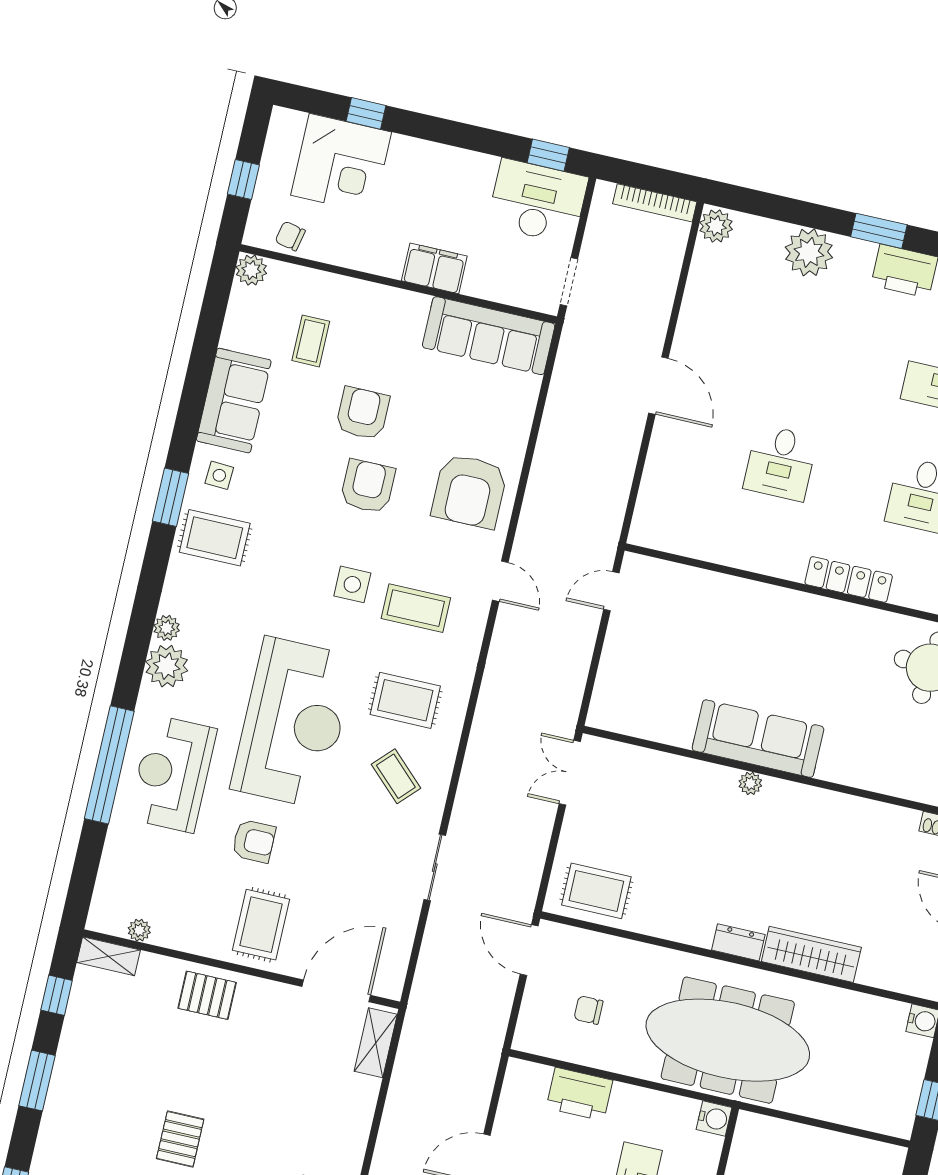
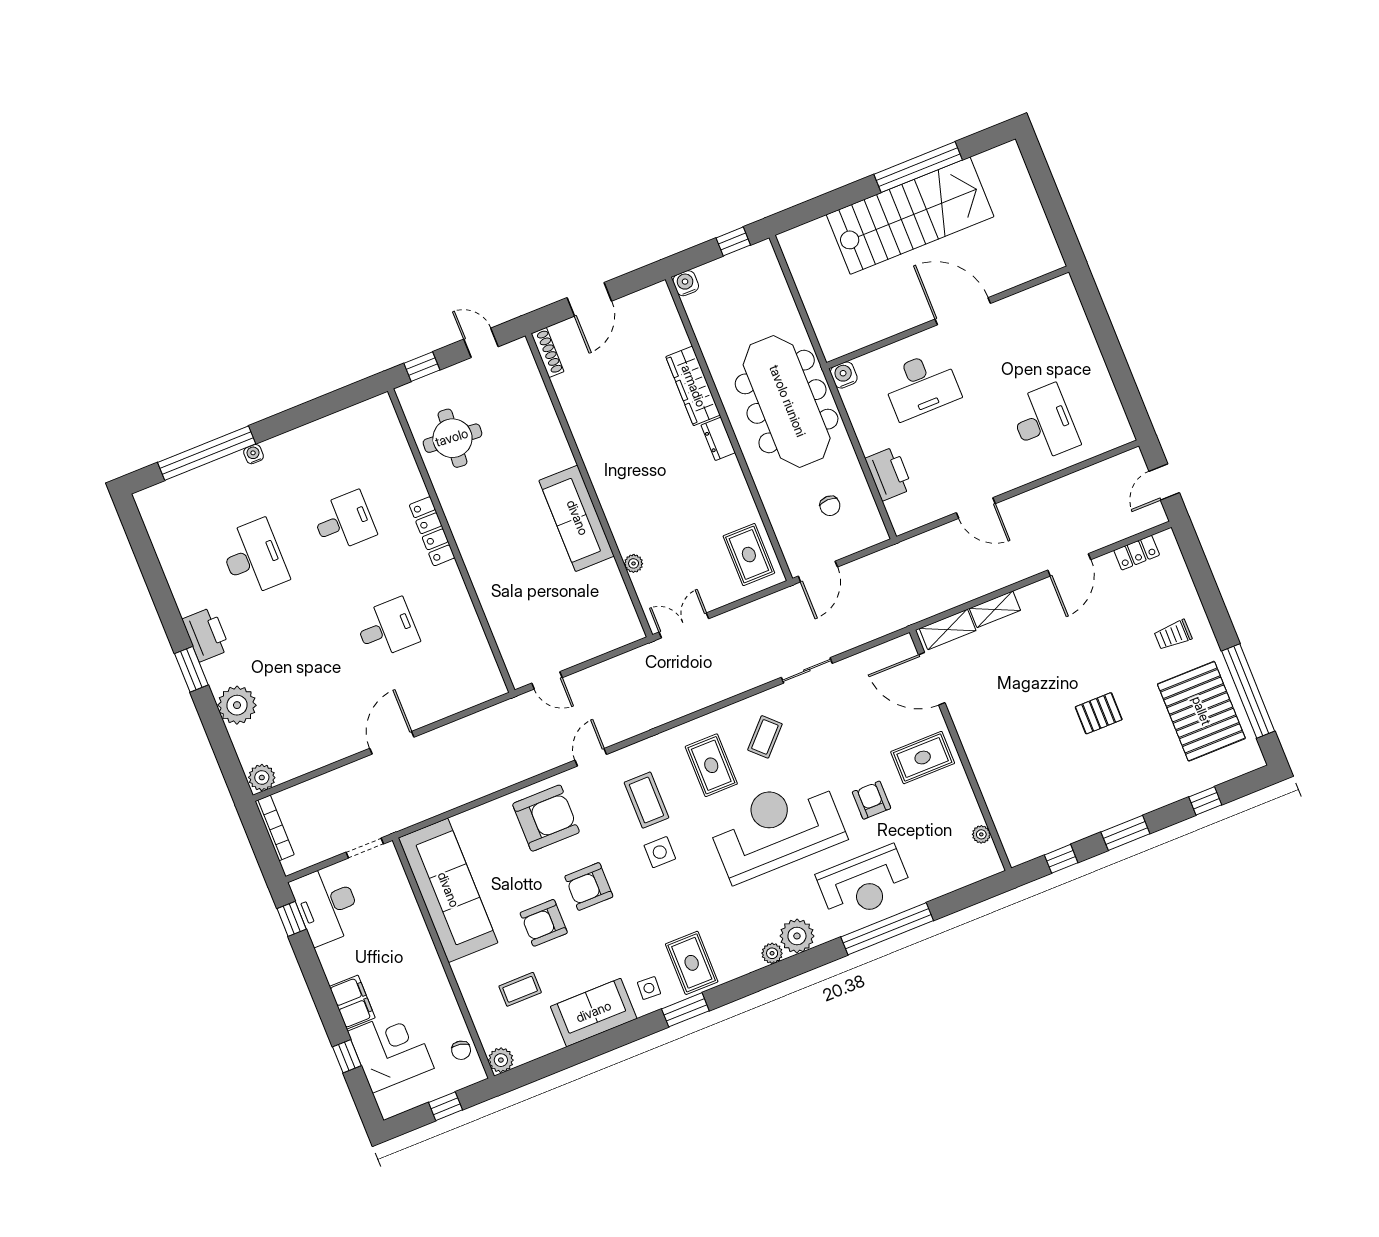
filing cabinet: (434, 268) -> (352, 1002), moved, turned 180
sofa: (489, 336) -> (448, 890), width x1.36, depth x1.27
double door: (570, 773) -> (684, 625), swing flipped
plant: (750, 783) -> (634, 563), moved
shelving: (108, 956) -> (995, 609), moved, turned 90
pallet: (207, 995) -> (993, 761), removed

